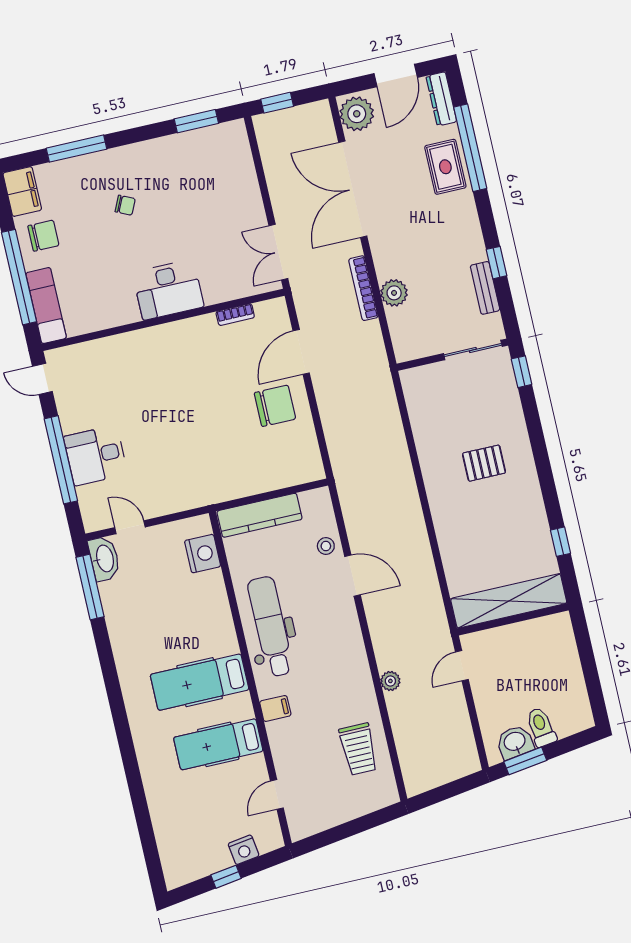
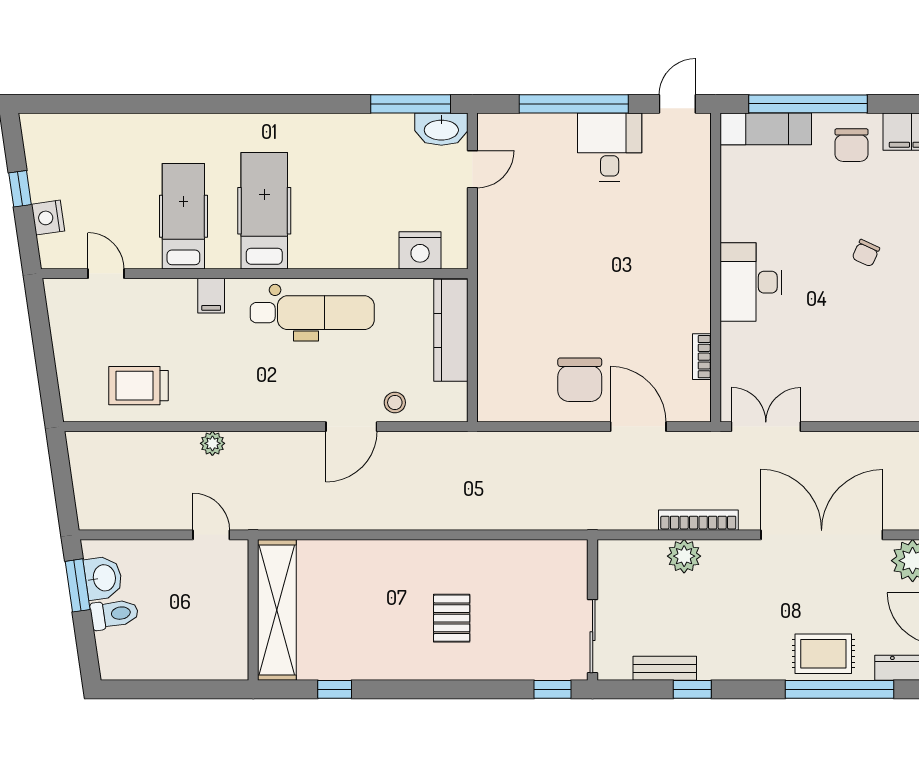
desk: (96, 455) -> (610, 147), moved

